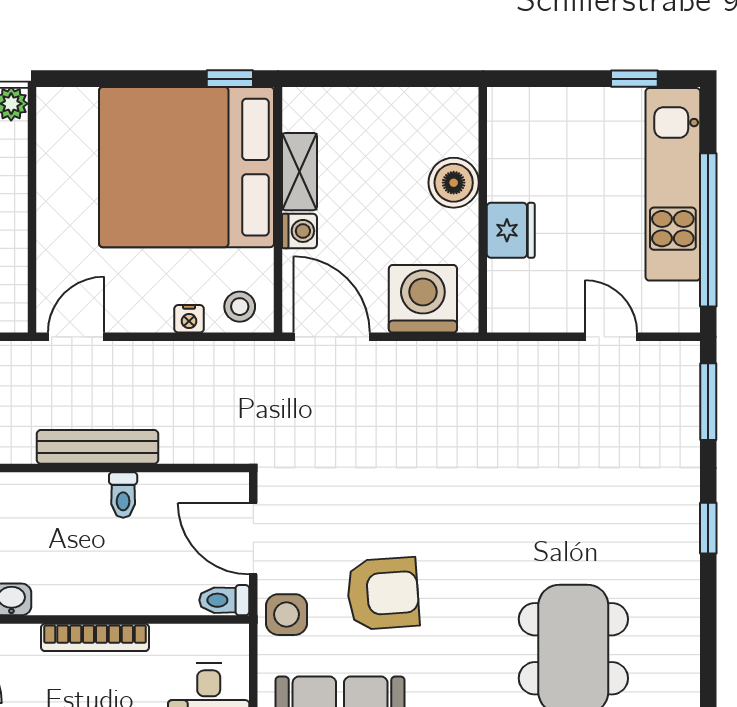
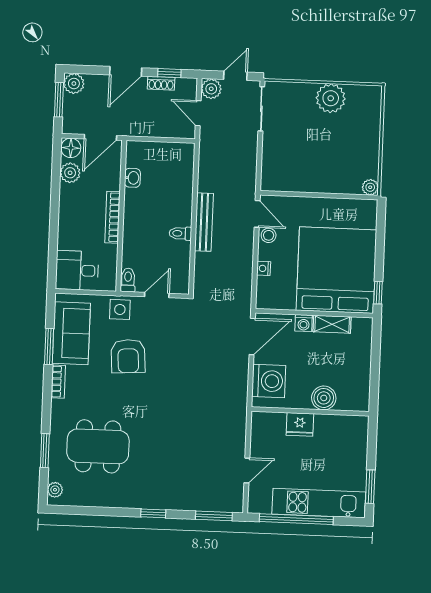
window: (634, 79) -> (370, 487), width x1.50
stool: (240, 307) -> (269, 235), moved
door: (253, 539) -> (157, 295), width x0.73

